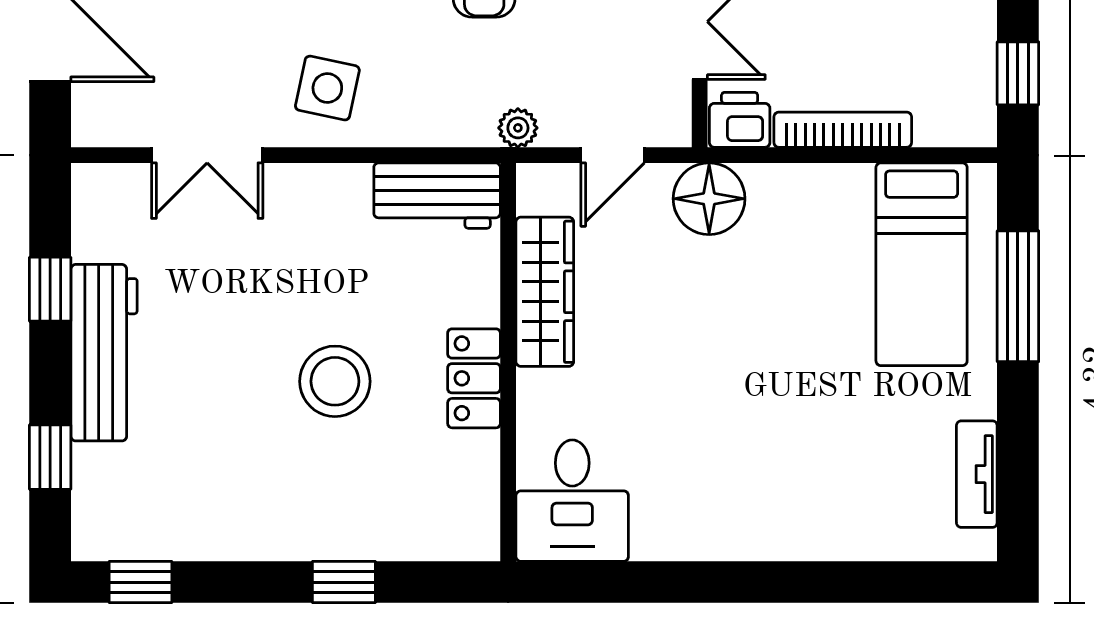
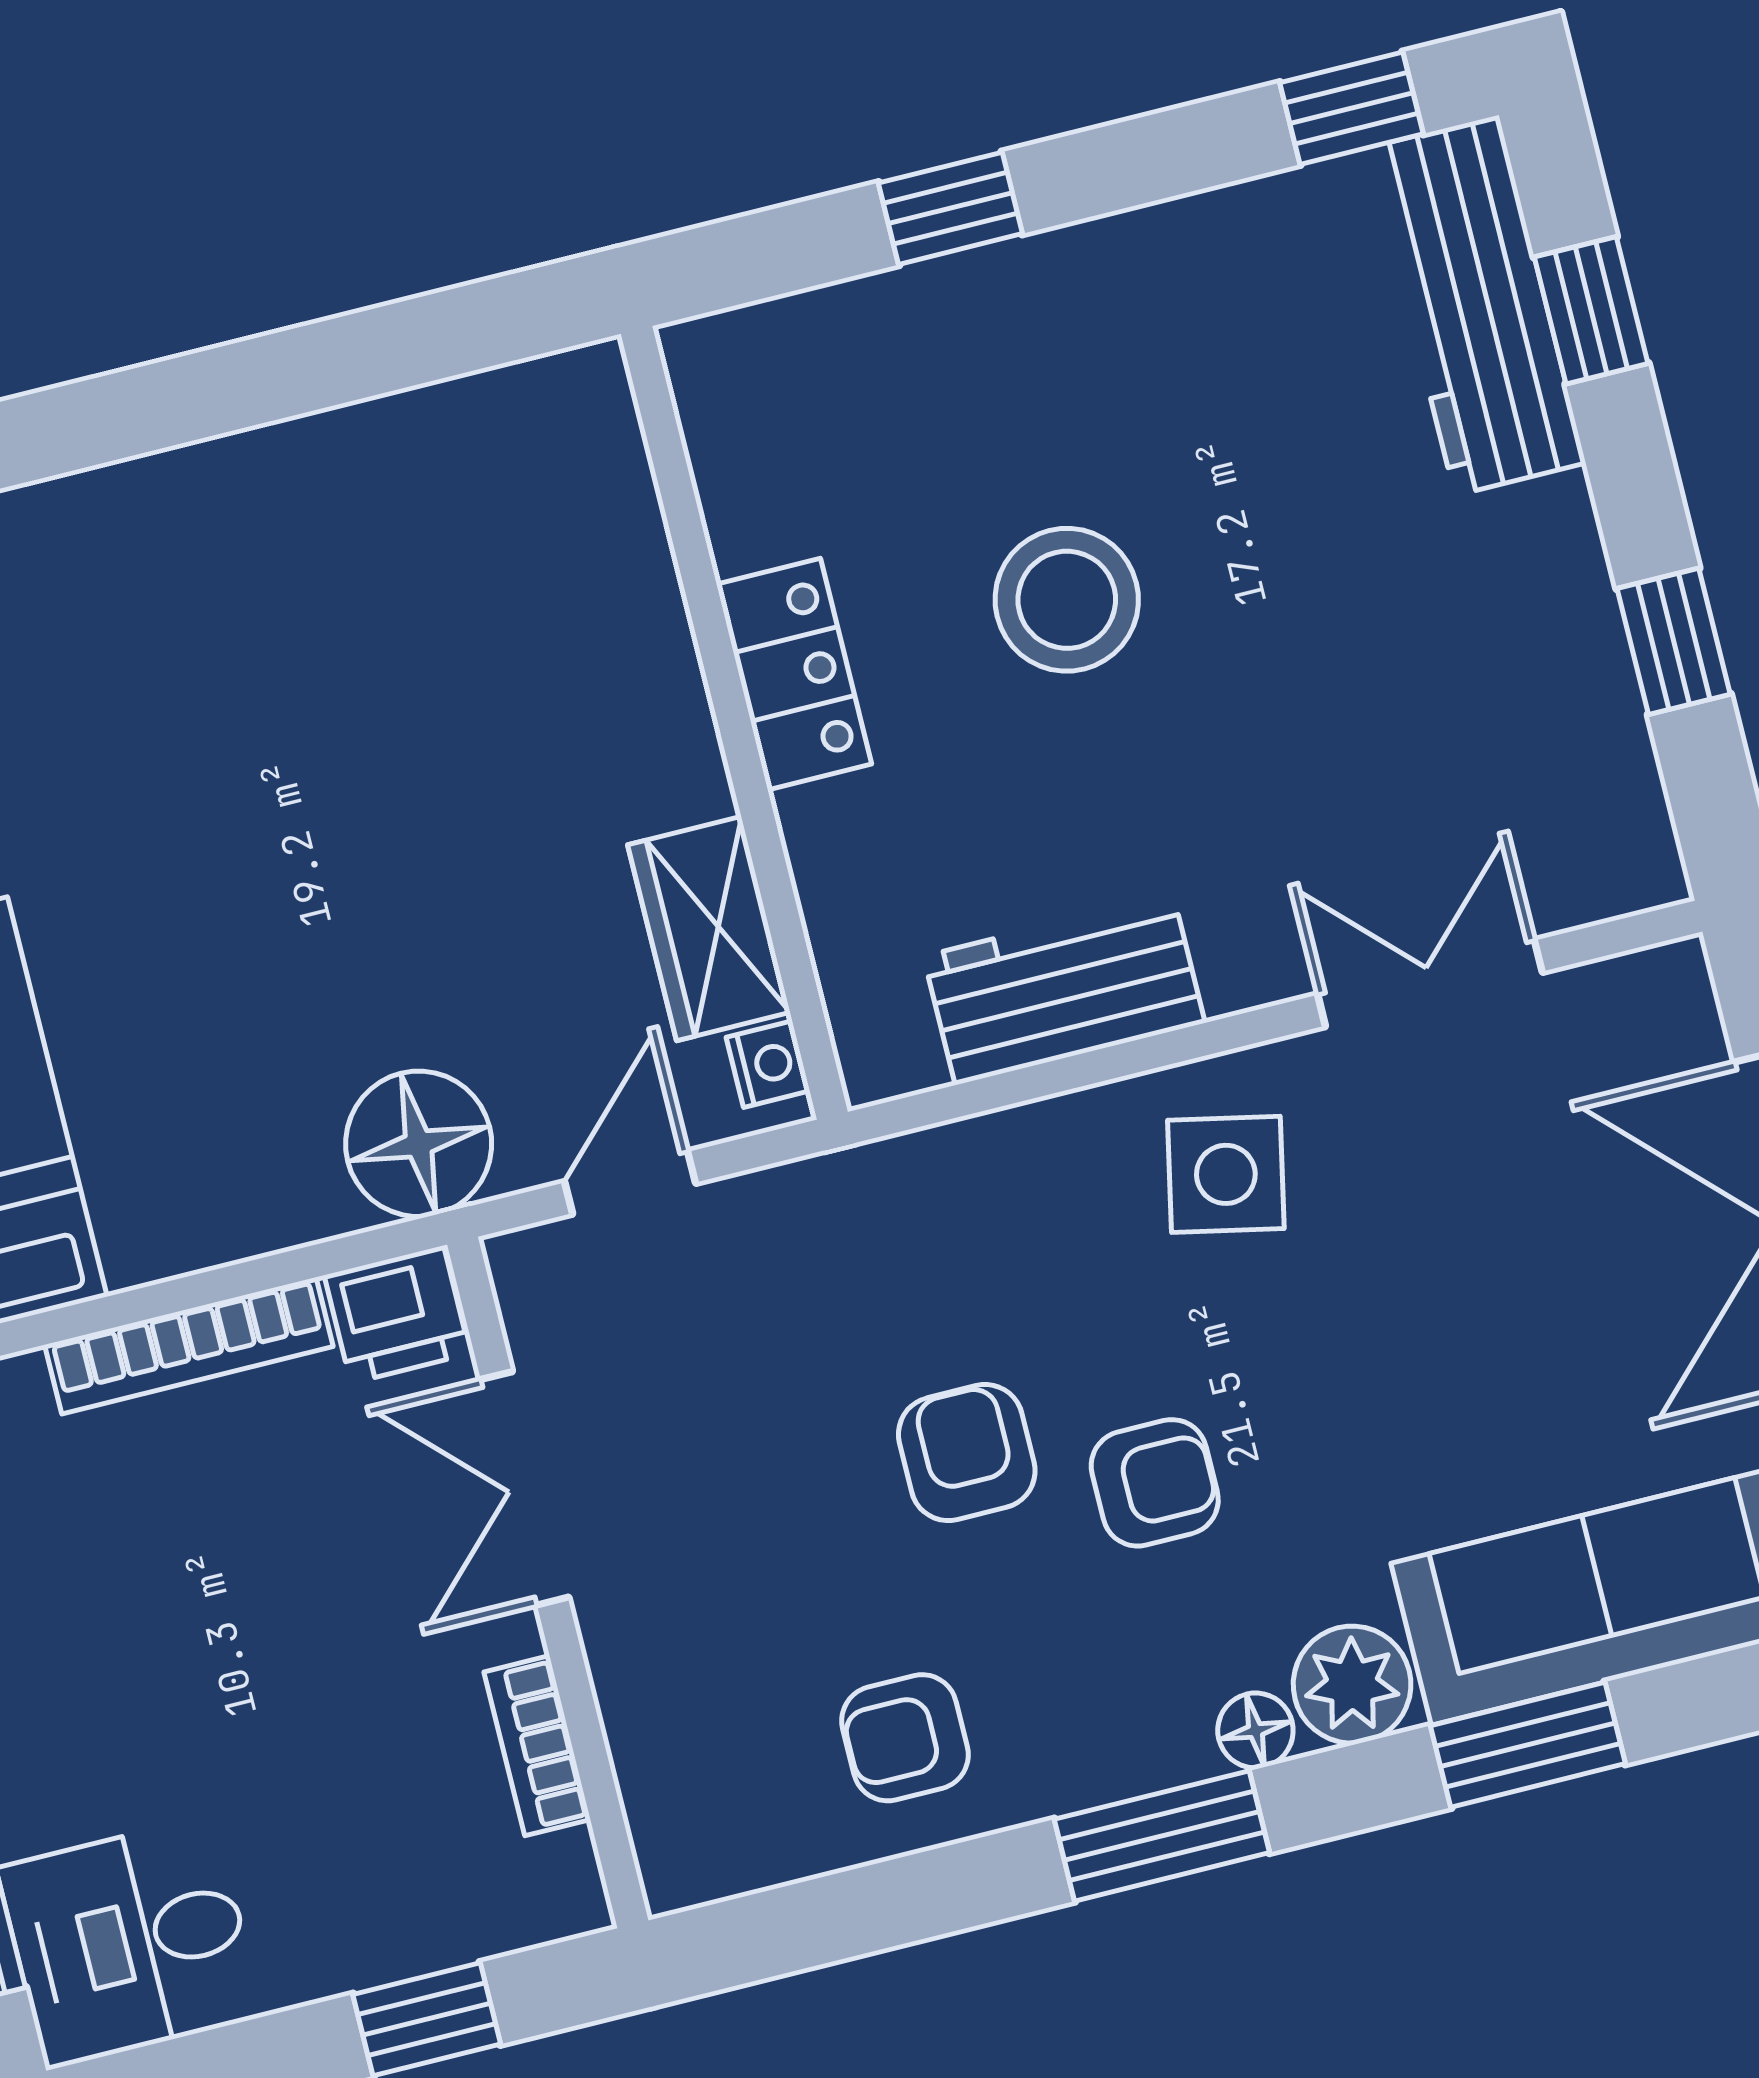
plant: (518, 128) -> (830, 1190), removed
nightstand: (533, 195) -> (768, 1064), added
workbench: (437, 196) -> (1064, 989), moved
wardrobe: (545, 292) -> (709, 929), width x0.67
workbench: (104, 353) -> (1477, 305), moved
desk: (572, 501) -> (540, 481), removed

